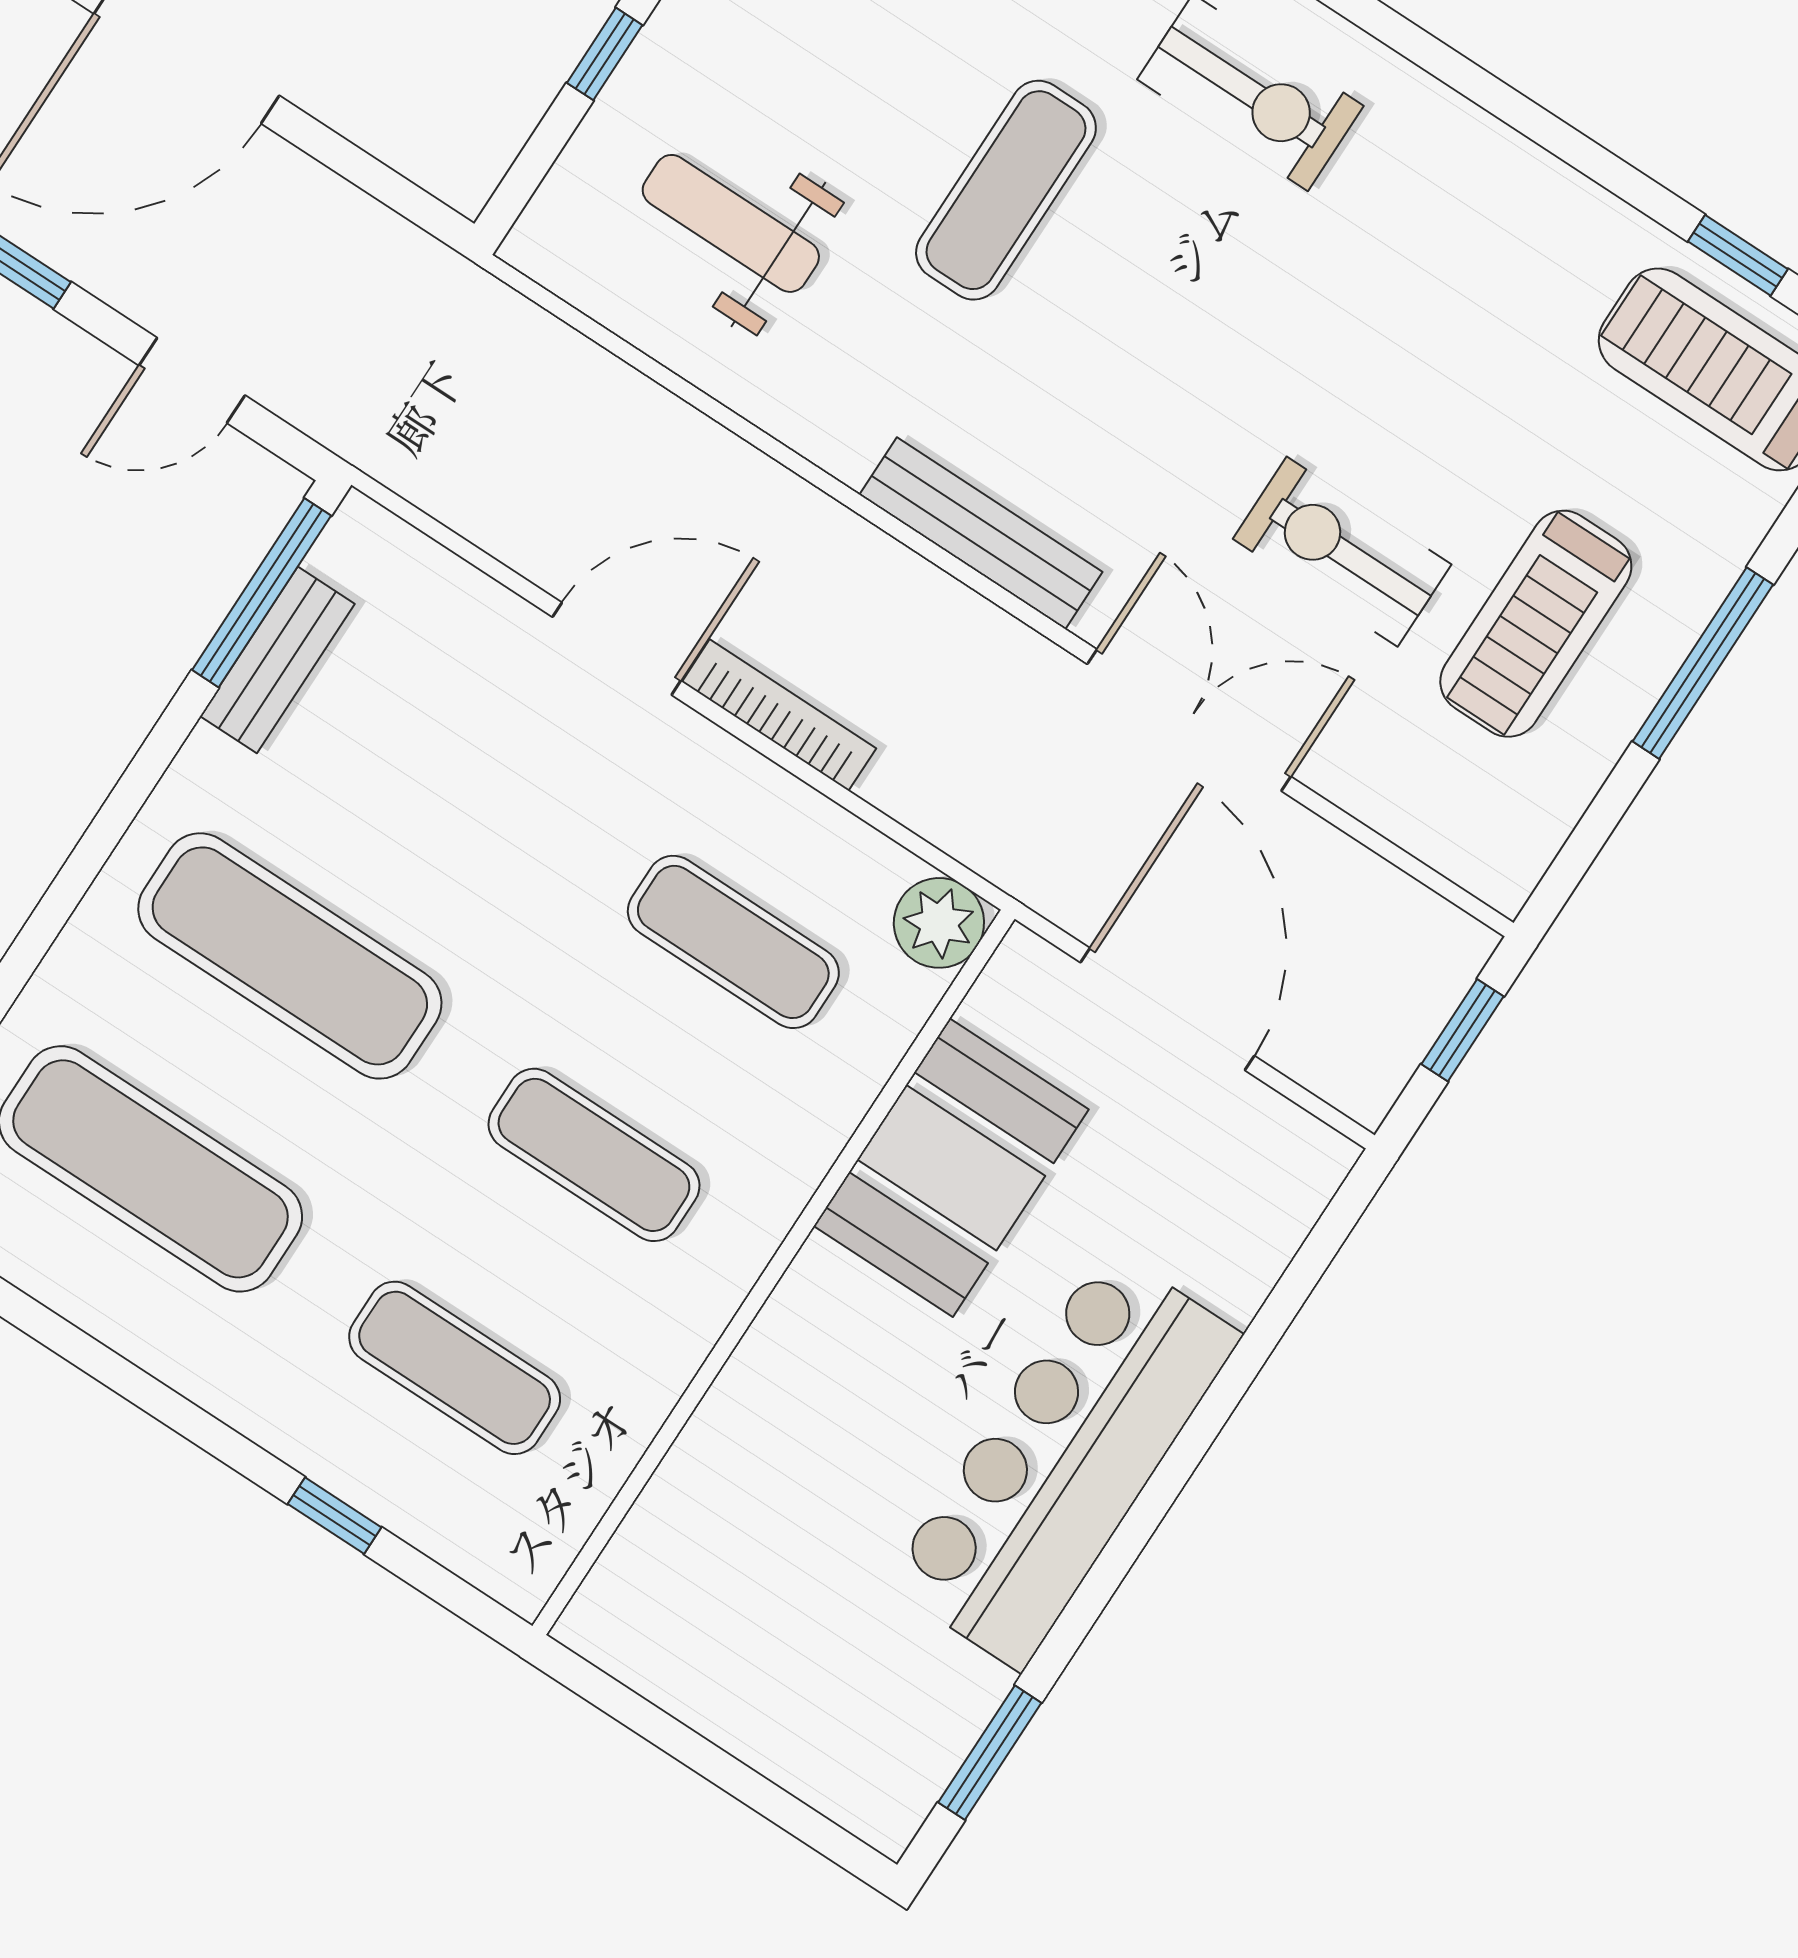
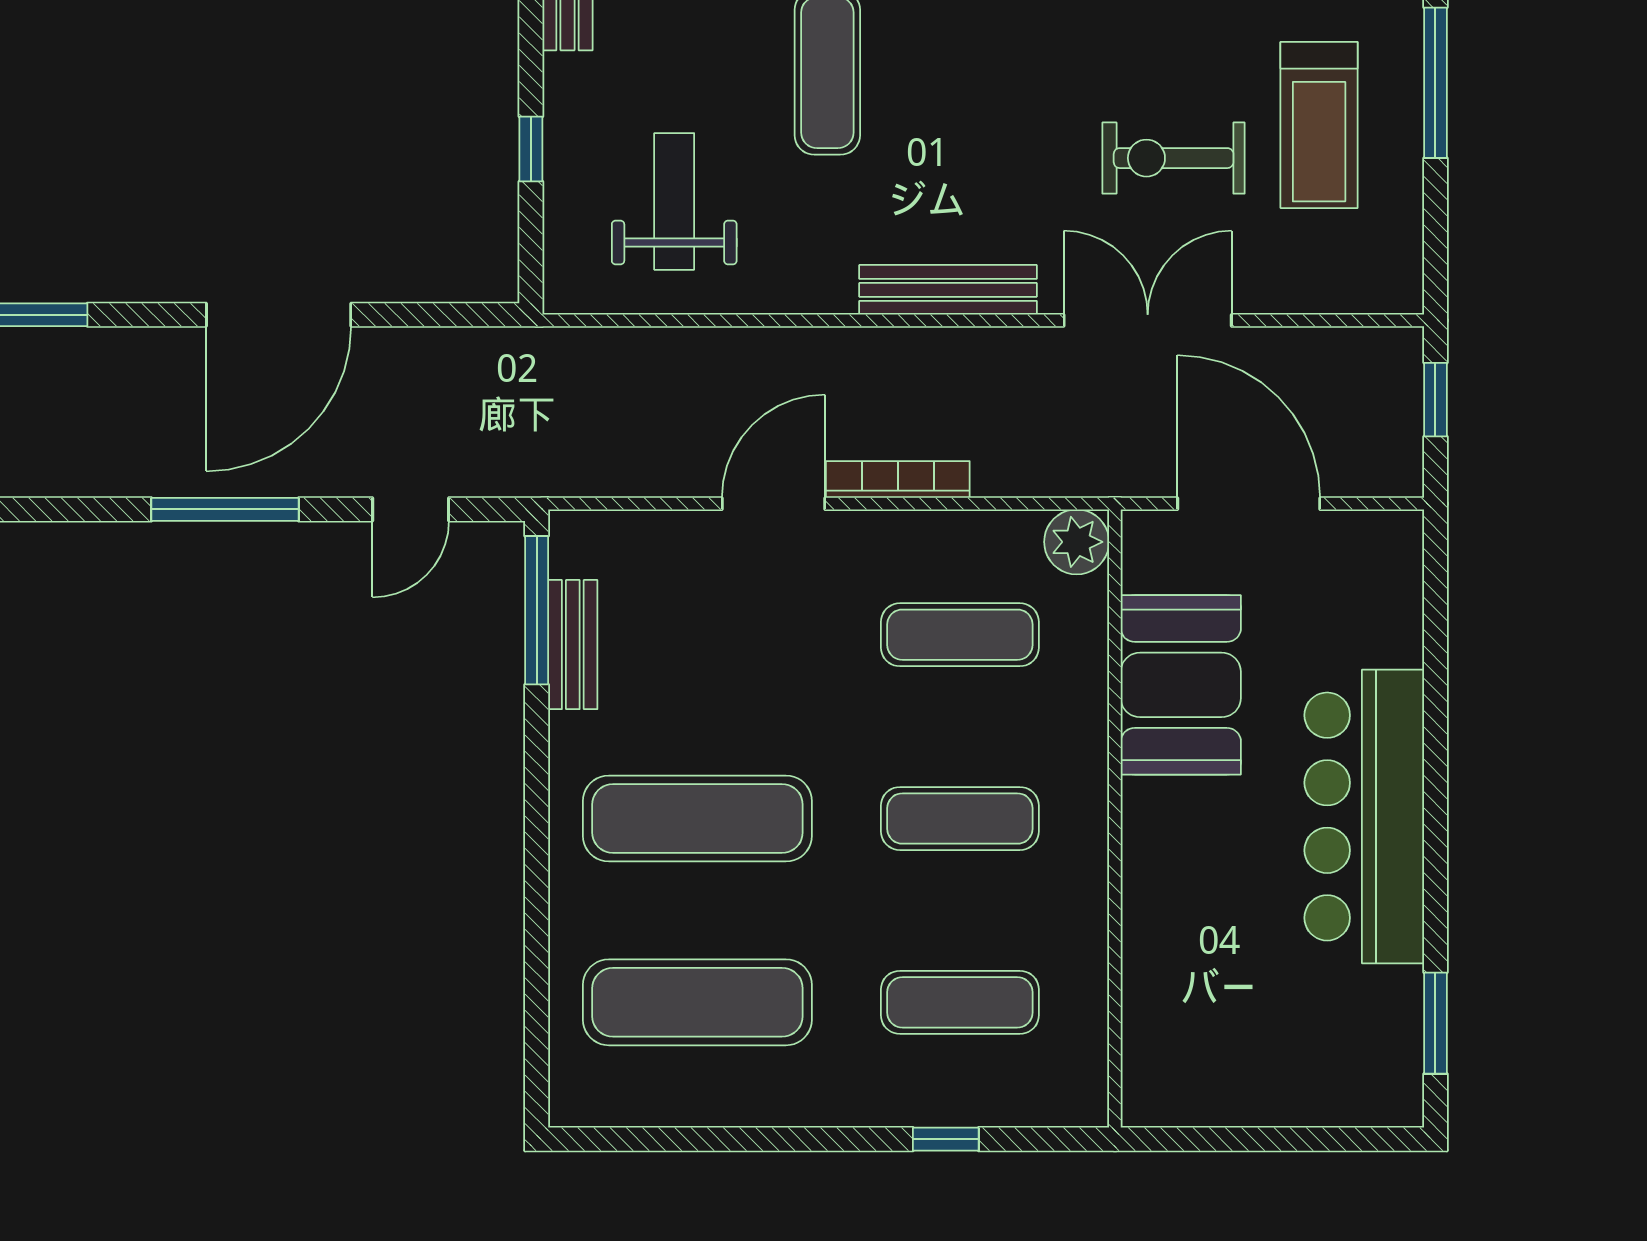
weight bench: (731, 223) -> (674, 201), turned 90

